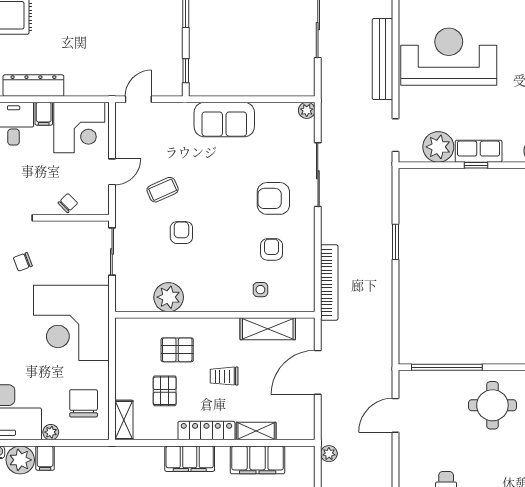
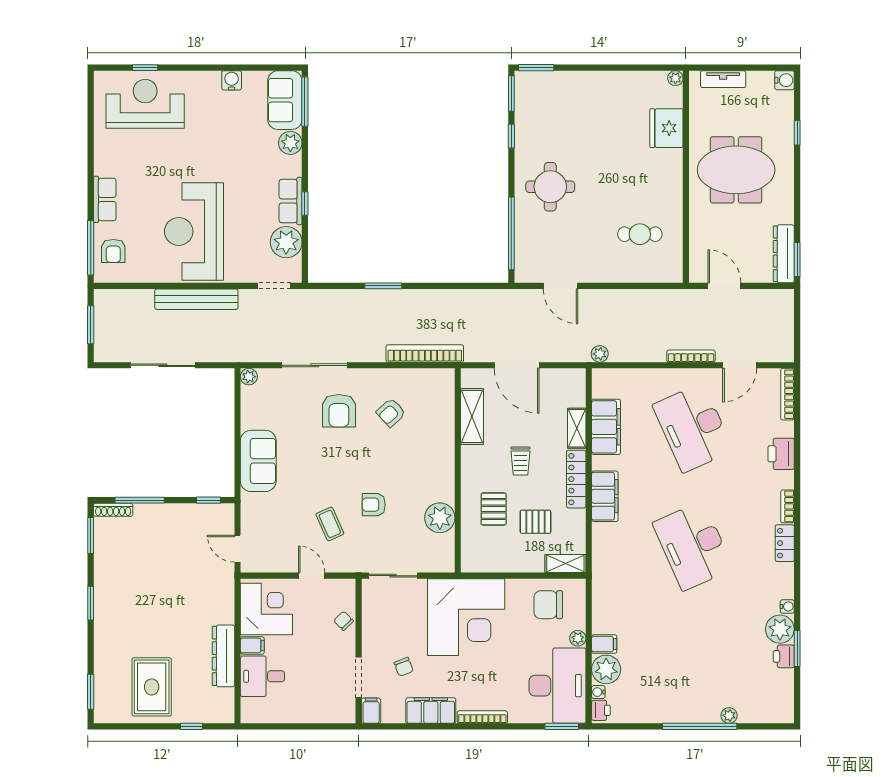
armchair: (272, 249) -> (391, 413), turned -42
side table: (260, 290) -> (432, 424), removed

